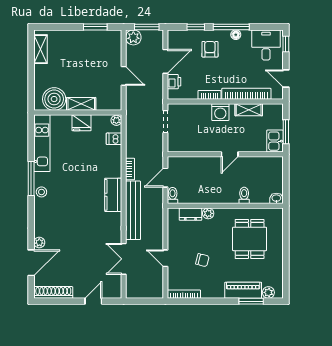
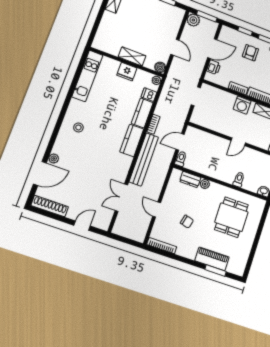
boiler: (54, 99) -> (160, 67), moved, width x0.54, depth x0.54
kitchen counter: (114, 161) -> (142, 113), added
window: (31, 179) -> (67, 102), removed
stool: (41, 192) -> (78, 127), moved
plant: (268, 292) -> (232, 268), removed

